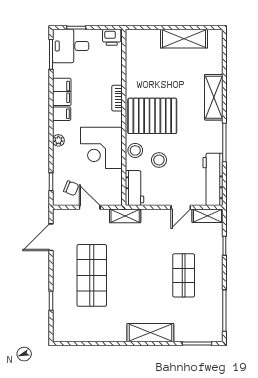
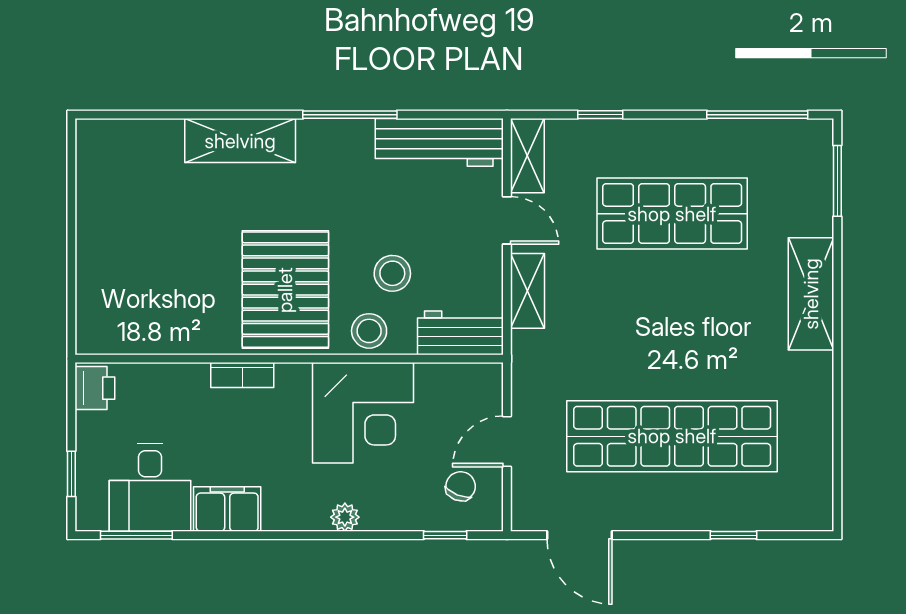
shelving: (184, 39) -> (98, 213), removed
desk: (71, 46) -> (150, 487), moved
filing cabinet: (62, 114) -> (280, 509), removed
shelving: (125, 216) -> (528, 291), moved
shop shelf: (92, 275) -> (672, 436), width x1.40
shop shelf: (184, 275) -> (672, 214), width x1.43, depth x1.36

